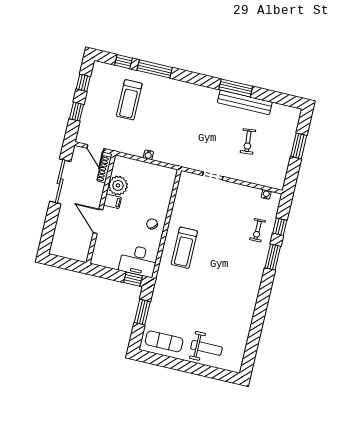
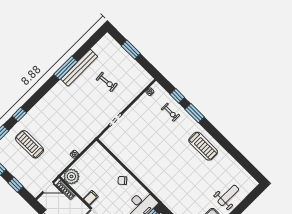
window: (155, 69) -> (19, 114), width x0.46
treadmill: (129, 100) -> (30, 144), turned 180
plant: (118, 185) -> (71, 176), moved
treadmill: (184, 248) -> (203, 146), moved

